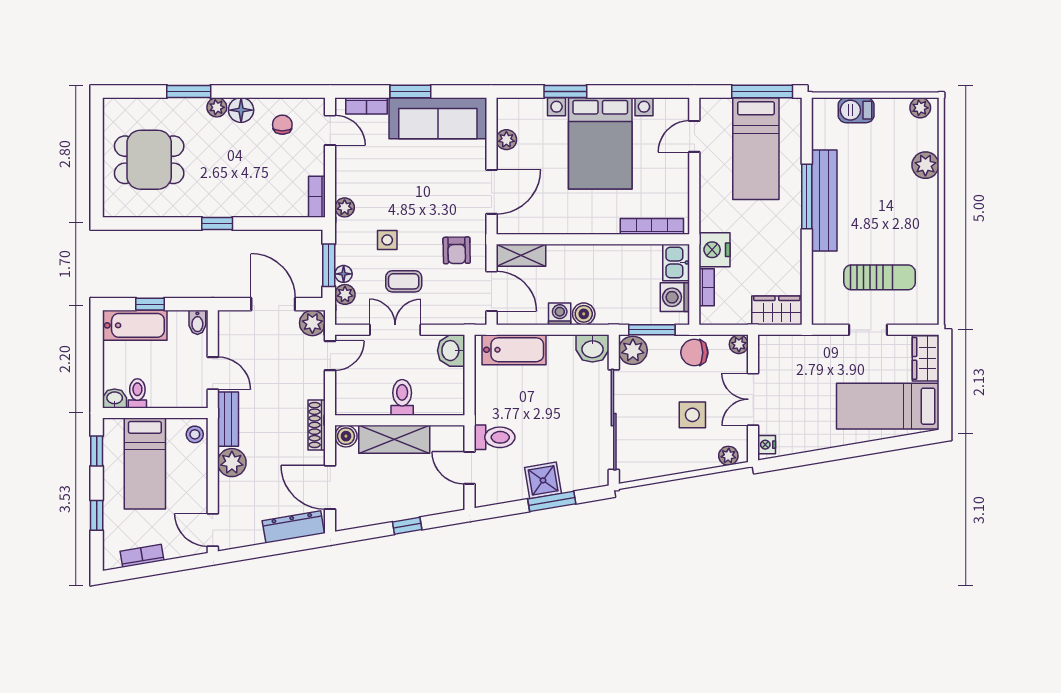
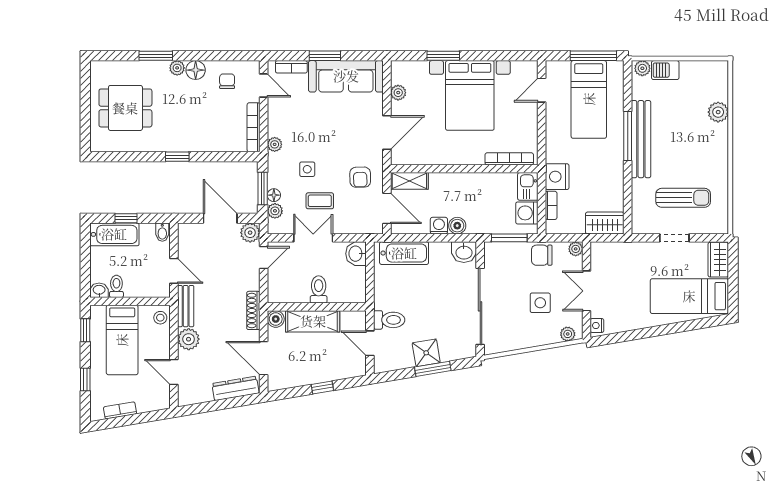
plant: (920, 108) -> (642, 68), moved
bookcase: (317, 197) -> (254, 127), width x1.56
plant: (633, 350) -> (495, 254), removed
door: (213, 530) -> (174, 372), moved

